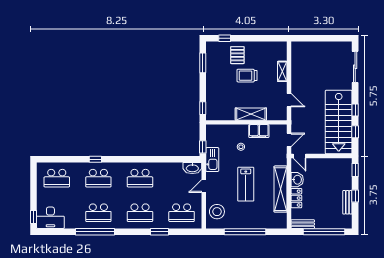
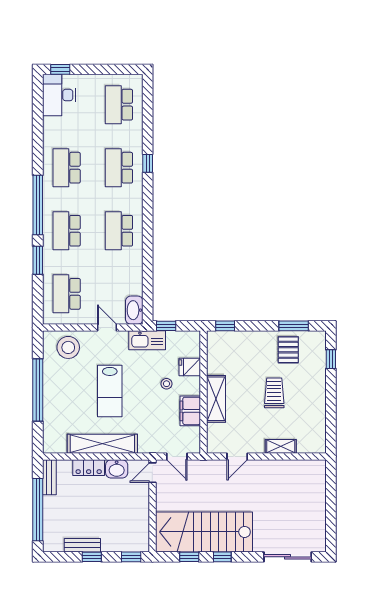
pallet: (237, 55) -> (288, 350), moved, turned 90
fridge: (230, 131) -> (190, 367), added
lab bench: (246, 184) -> (110, 391), turned -90
window: (95, 232) -> (38, 205), moved

